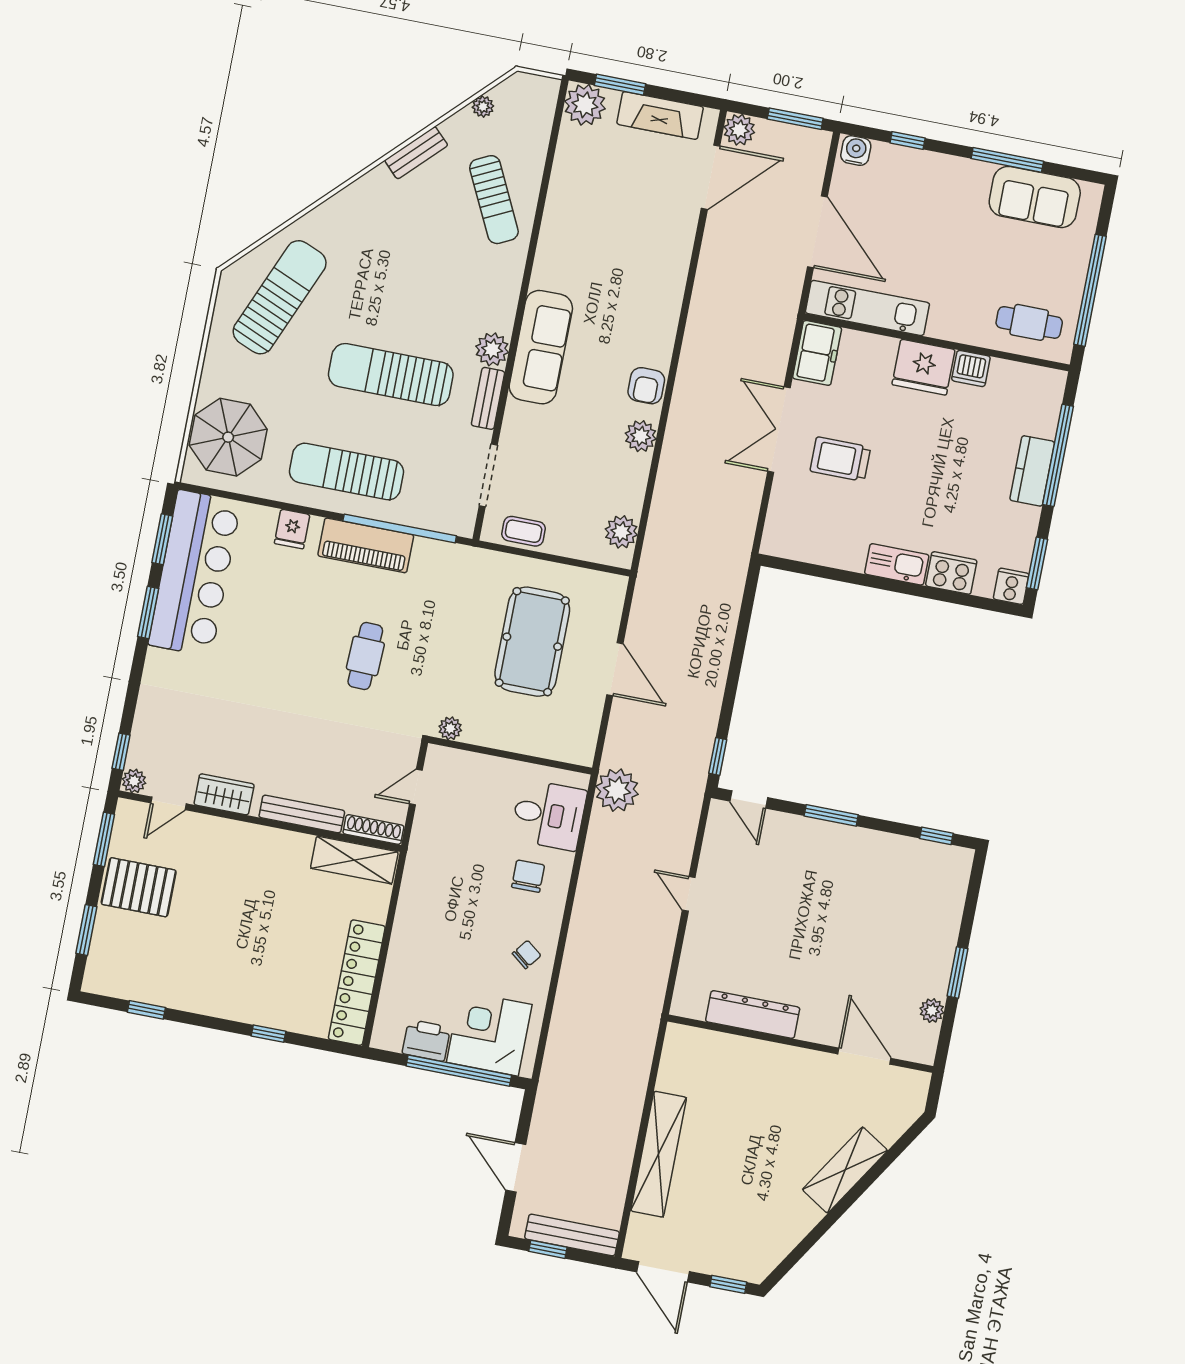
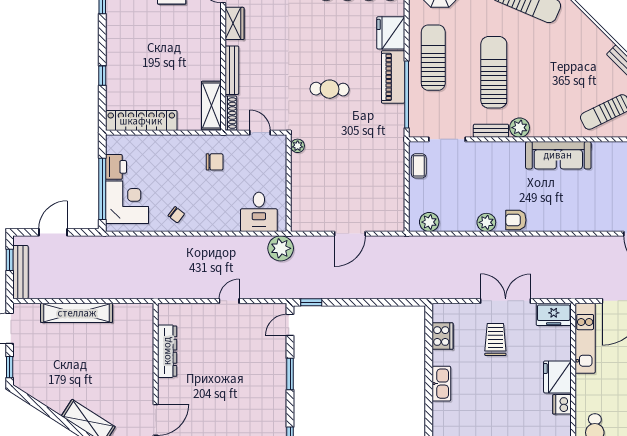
sofa: (541, 347) -> (558, 155), moved
fridge: (292, 529) -> (391, 33), width x1.88, depth x1.34
cooker: (951, 573) -> (442, 336), moved
pool table: (532, 642) -> (356, 183), removed
chair: (528, 876) -> (215, 162), moved

